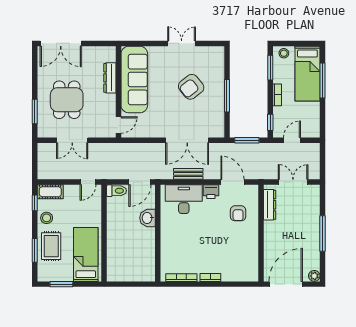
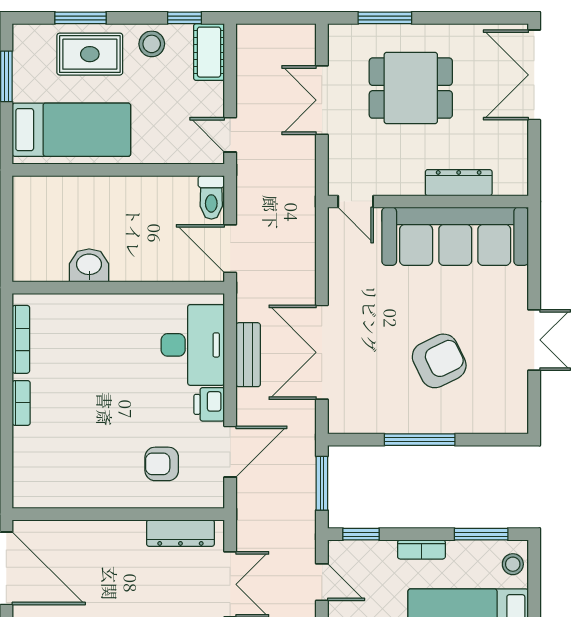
armchair: (191, 87) -> (439, 361), turned 102
washbasin: (148, 218) -> (89, 265), moved

